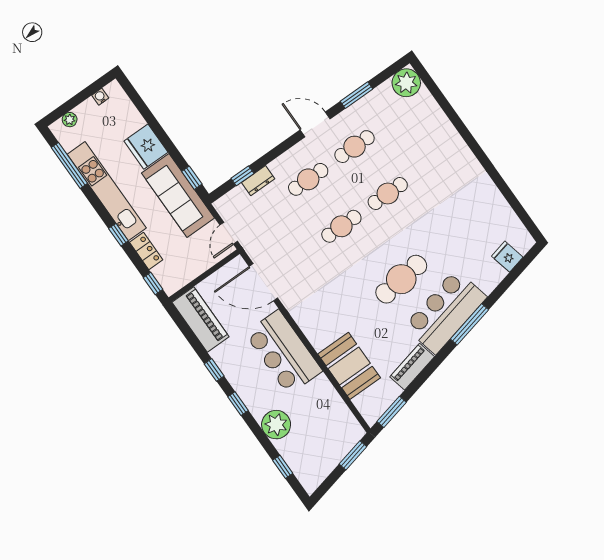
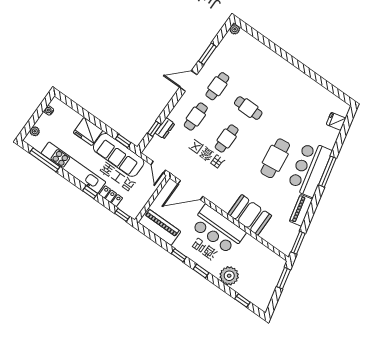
plant: (406, 83) -> (235, 29), width x0.53, depth x0.53
cafe table: (388, 194) -> (248, 108), turned 90
booth: (349, 366) -> (250, 215), moved

